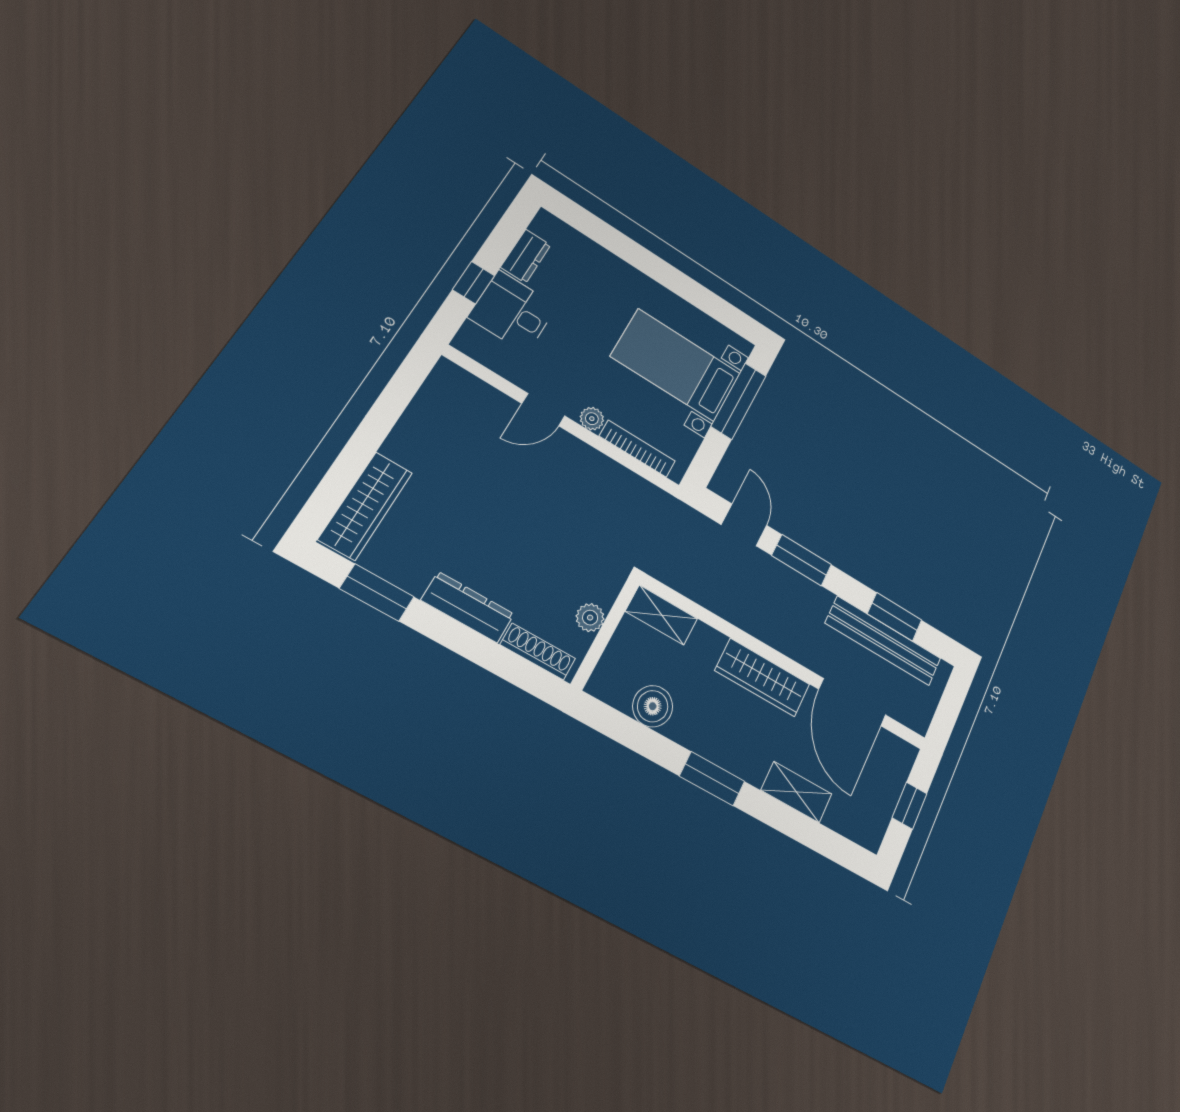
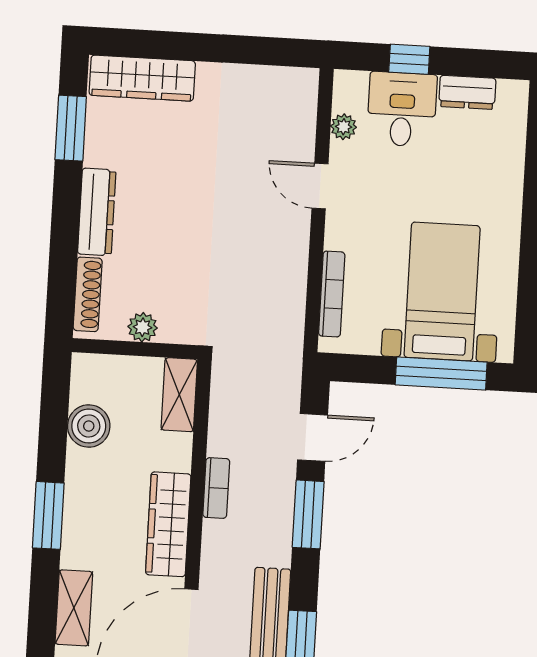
plant: (592, 419) -> (344, 127), moved
bookcase: (750, 623) -> (216, 488), added

